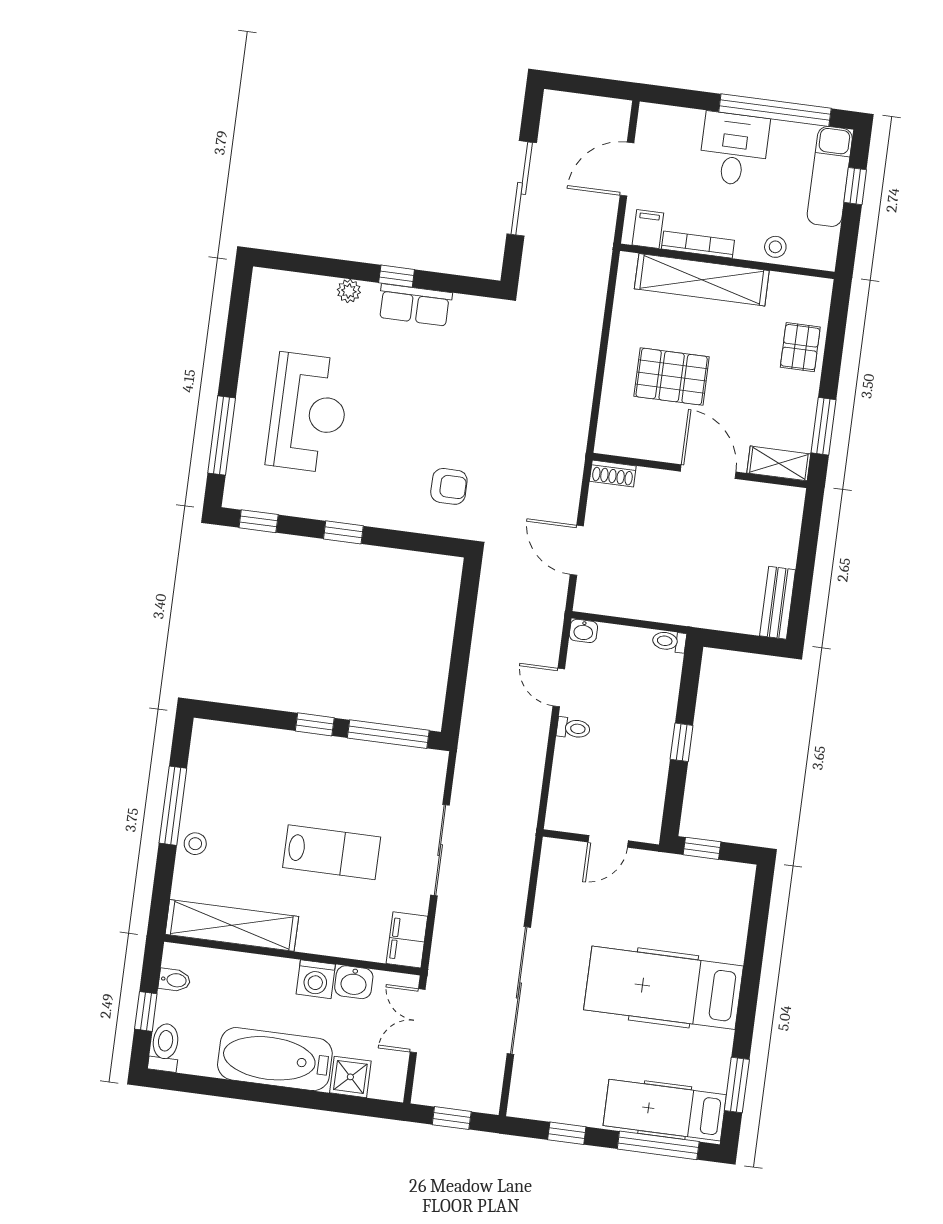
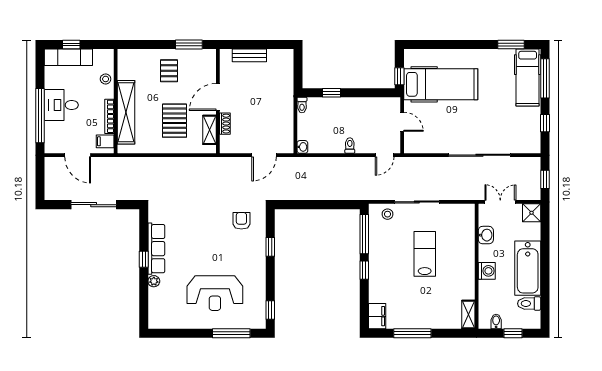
window: (775, 110) -> (40, 116), moved
row of seats: (415, 305) -> (156, 249), width x1.48
pallet: (800, 347) -> (169, 71), moved, turned 90
reception desk: (308, 413) -> (215, 293), turned 180
shelving: (779, 463) -> (210, 130), moved
shoe rack: (613, 474) -> (225, 124), moved
window: (343, 532) -> (270, 247), moved
bench: (778, 603) -> (249, 55), moved
door: (559, 687) -> (385, 155), moved
window: (682, 742) -> (332, 93), moved
stool: (195, 844) -> (387, 214), moved
shelving: (232, 925) -> (468, 315), width x0.45, depth x0.75
filing cabinet: (407, 940) -> (377, 316), moved, turned -90
washing machine: (316, 979) -> (487, 271), moved
hospital bed: (664, 988) -> (441, 84), moved, turned -90
double door: (418, 1021) -> (500, 202), swing flipped
toilet: (165, 1047) -> (529, 304), moved
shower: (350, 1077) -> (532, 213), moved

